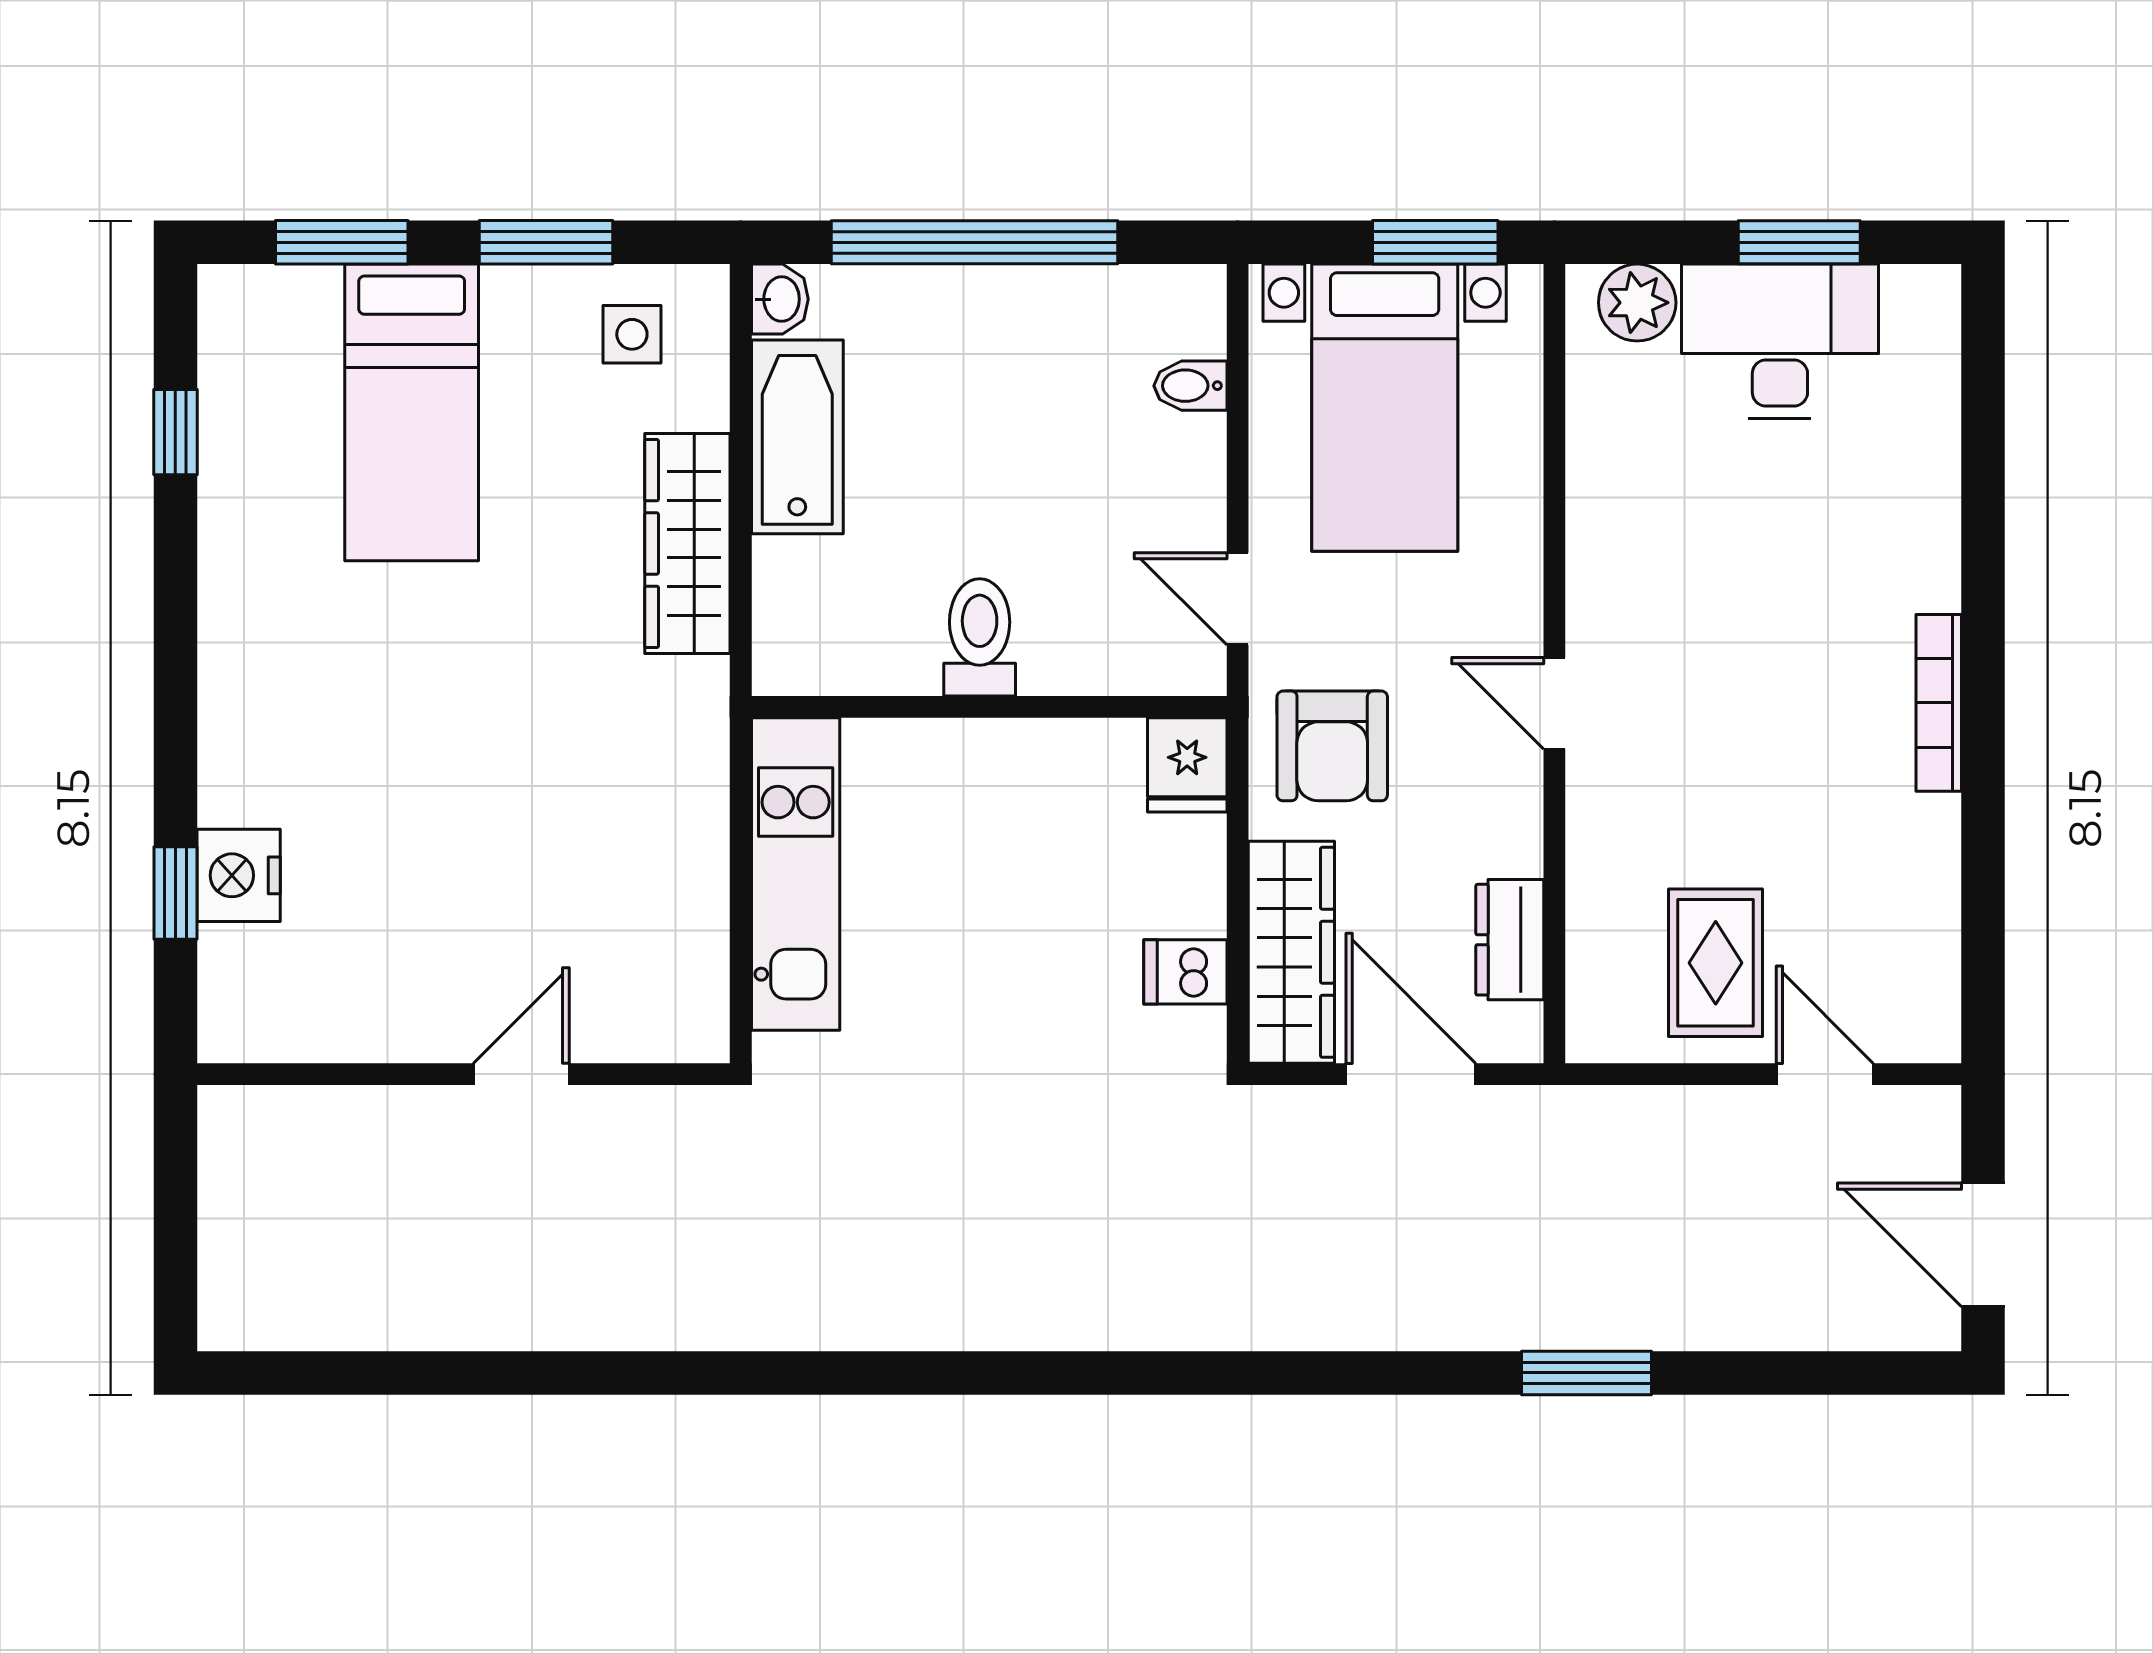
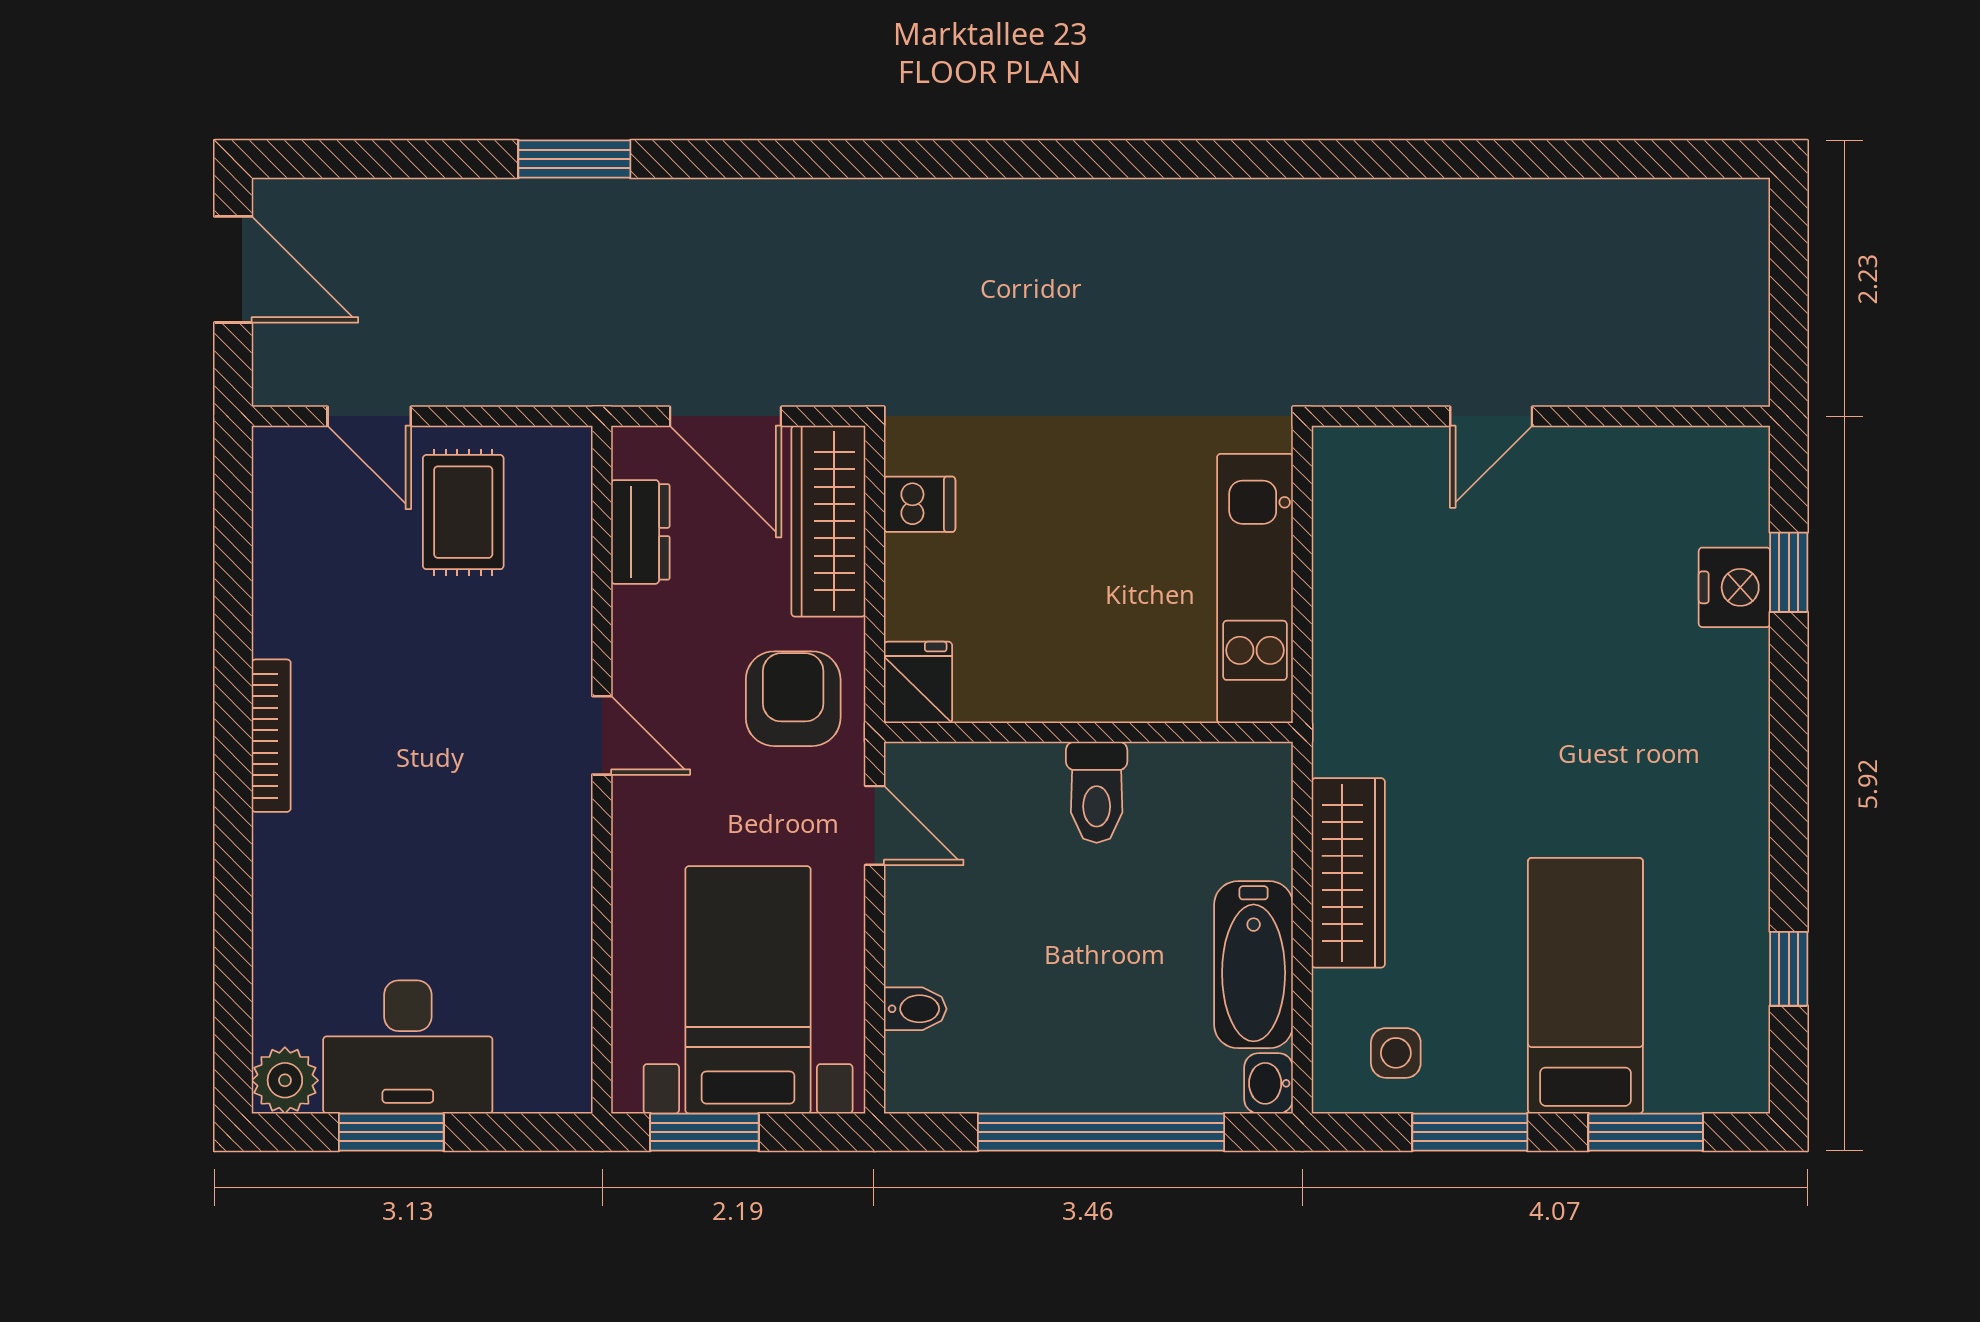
plant: (1637, 303) -> (285, 1080), moved

